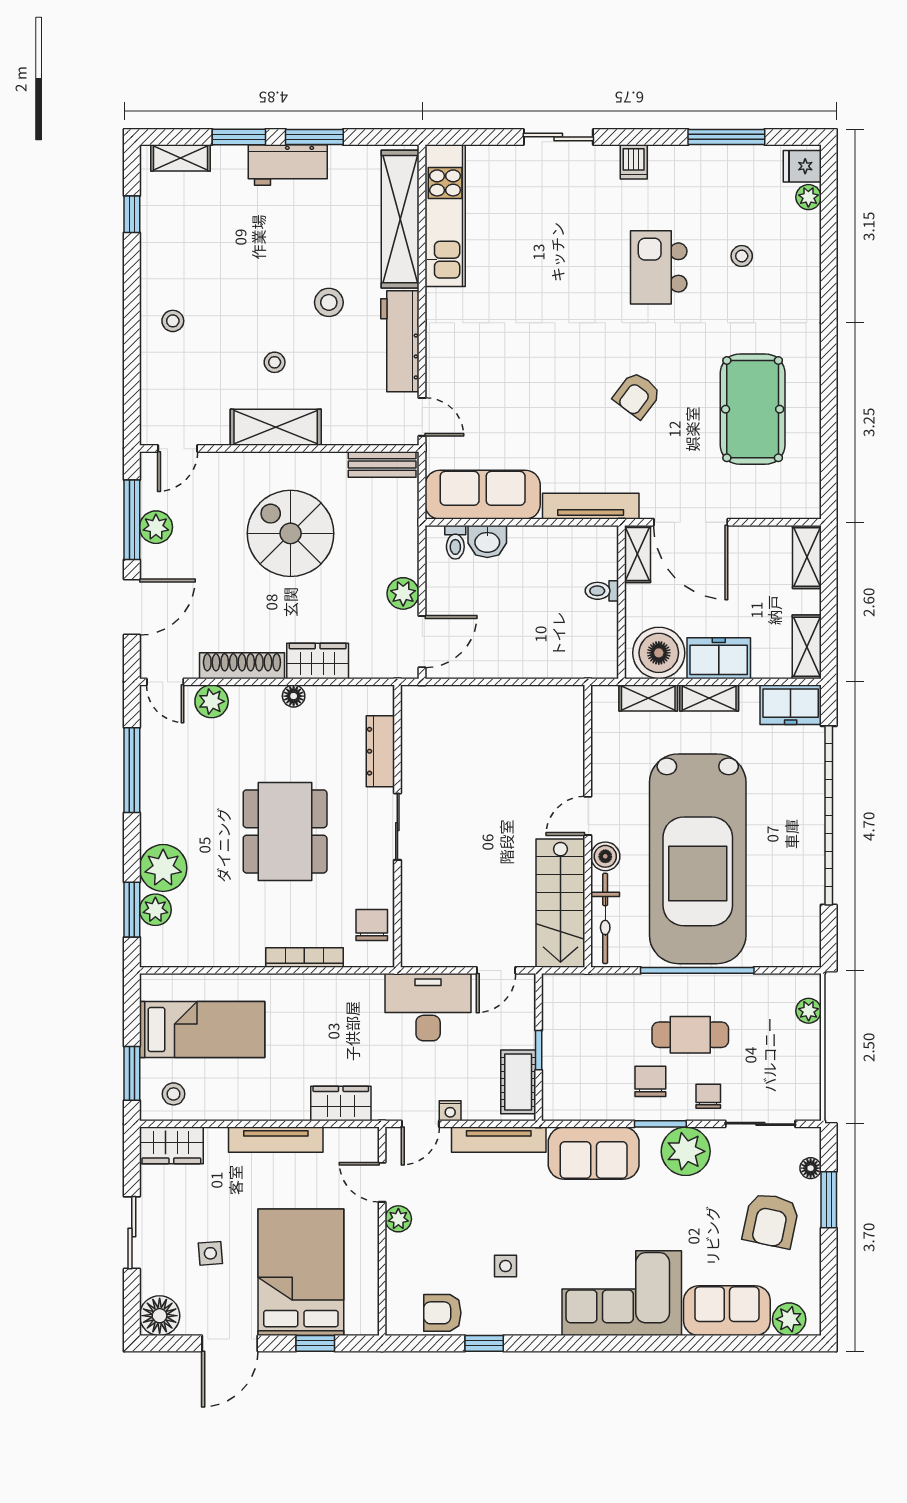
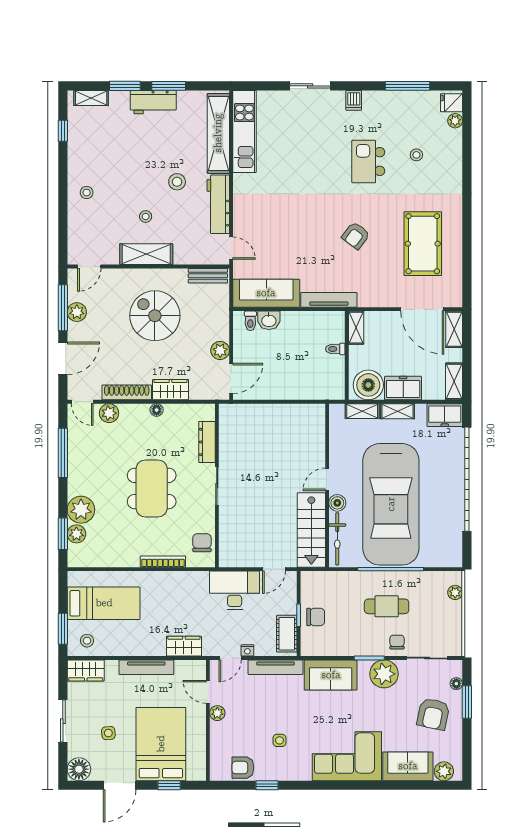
door: (691, 522) -> (422, 309), moved
chair: (650, 1081) -> (316, 617), moved, turned 90

